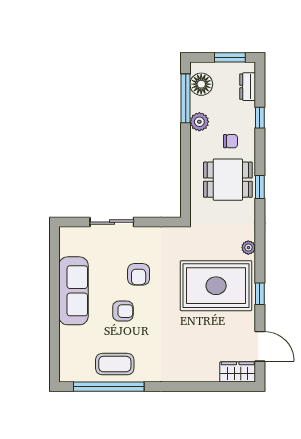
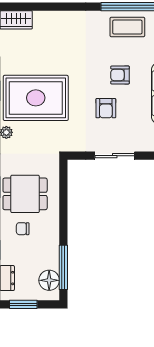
plant: (199, 122) -> (51, 246), removed
sliding door: (112, 222) -> (115, 156), moved
armchair: (139, 274) -> (106, 108), turned 180

